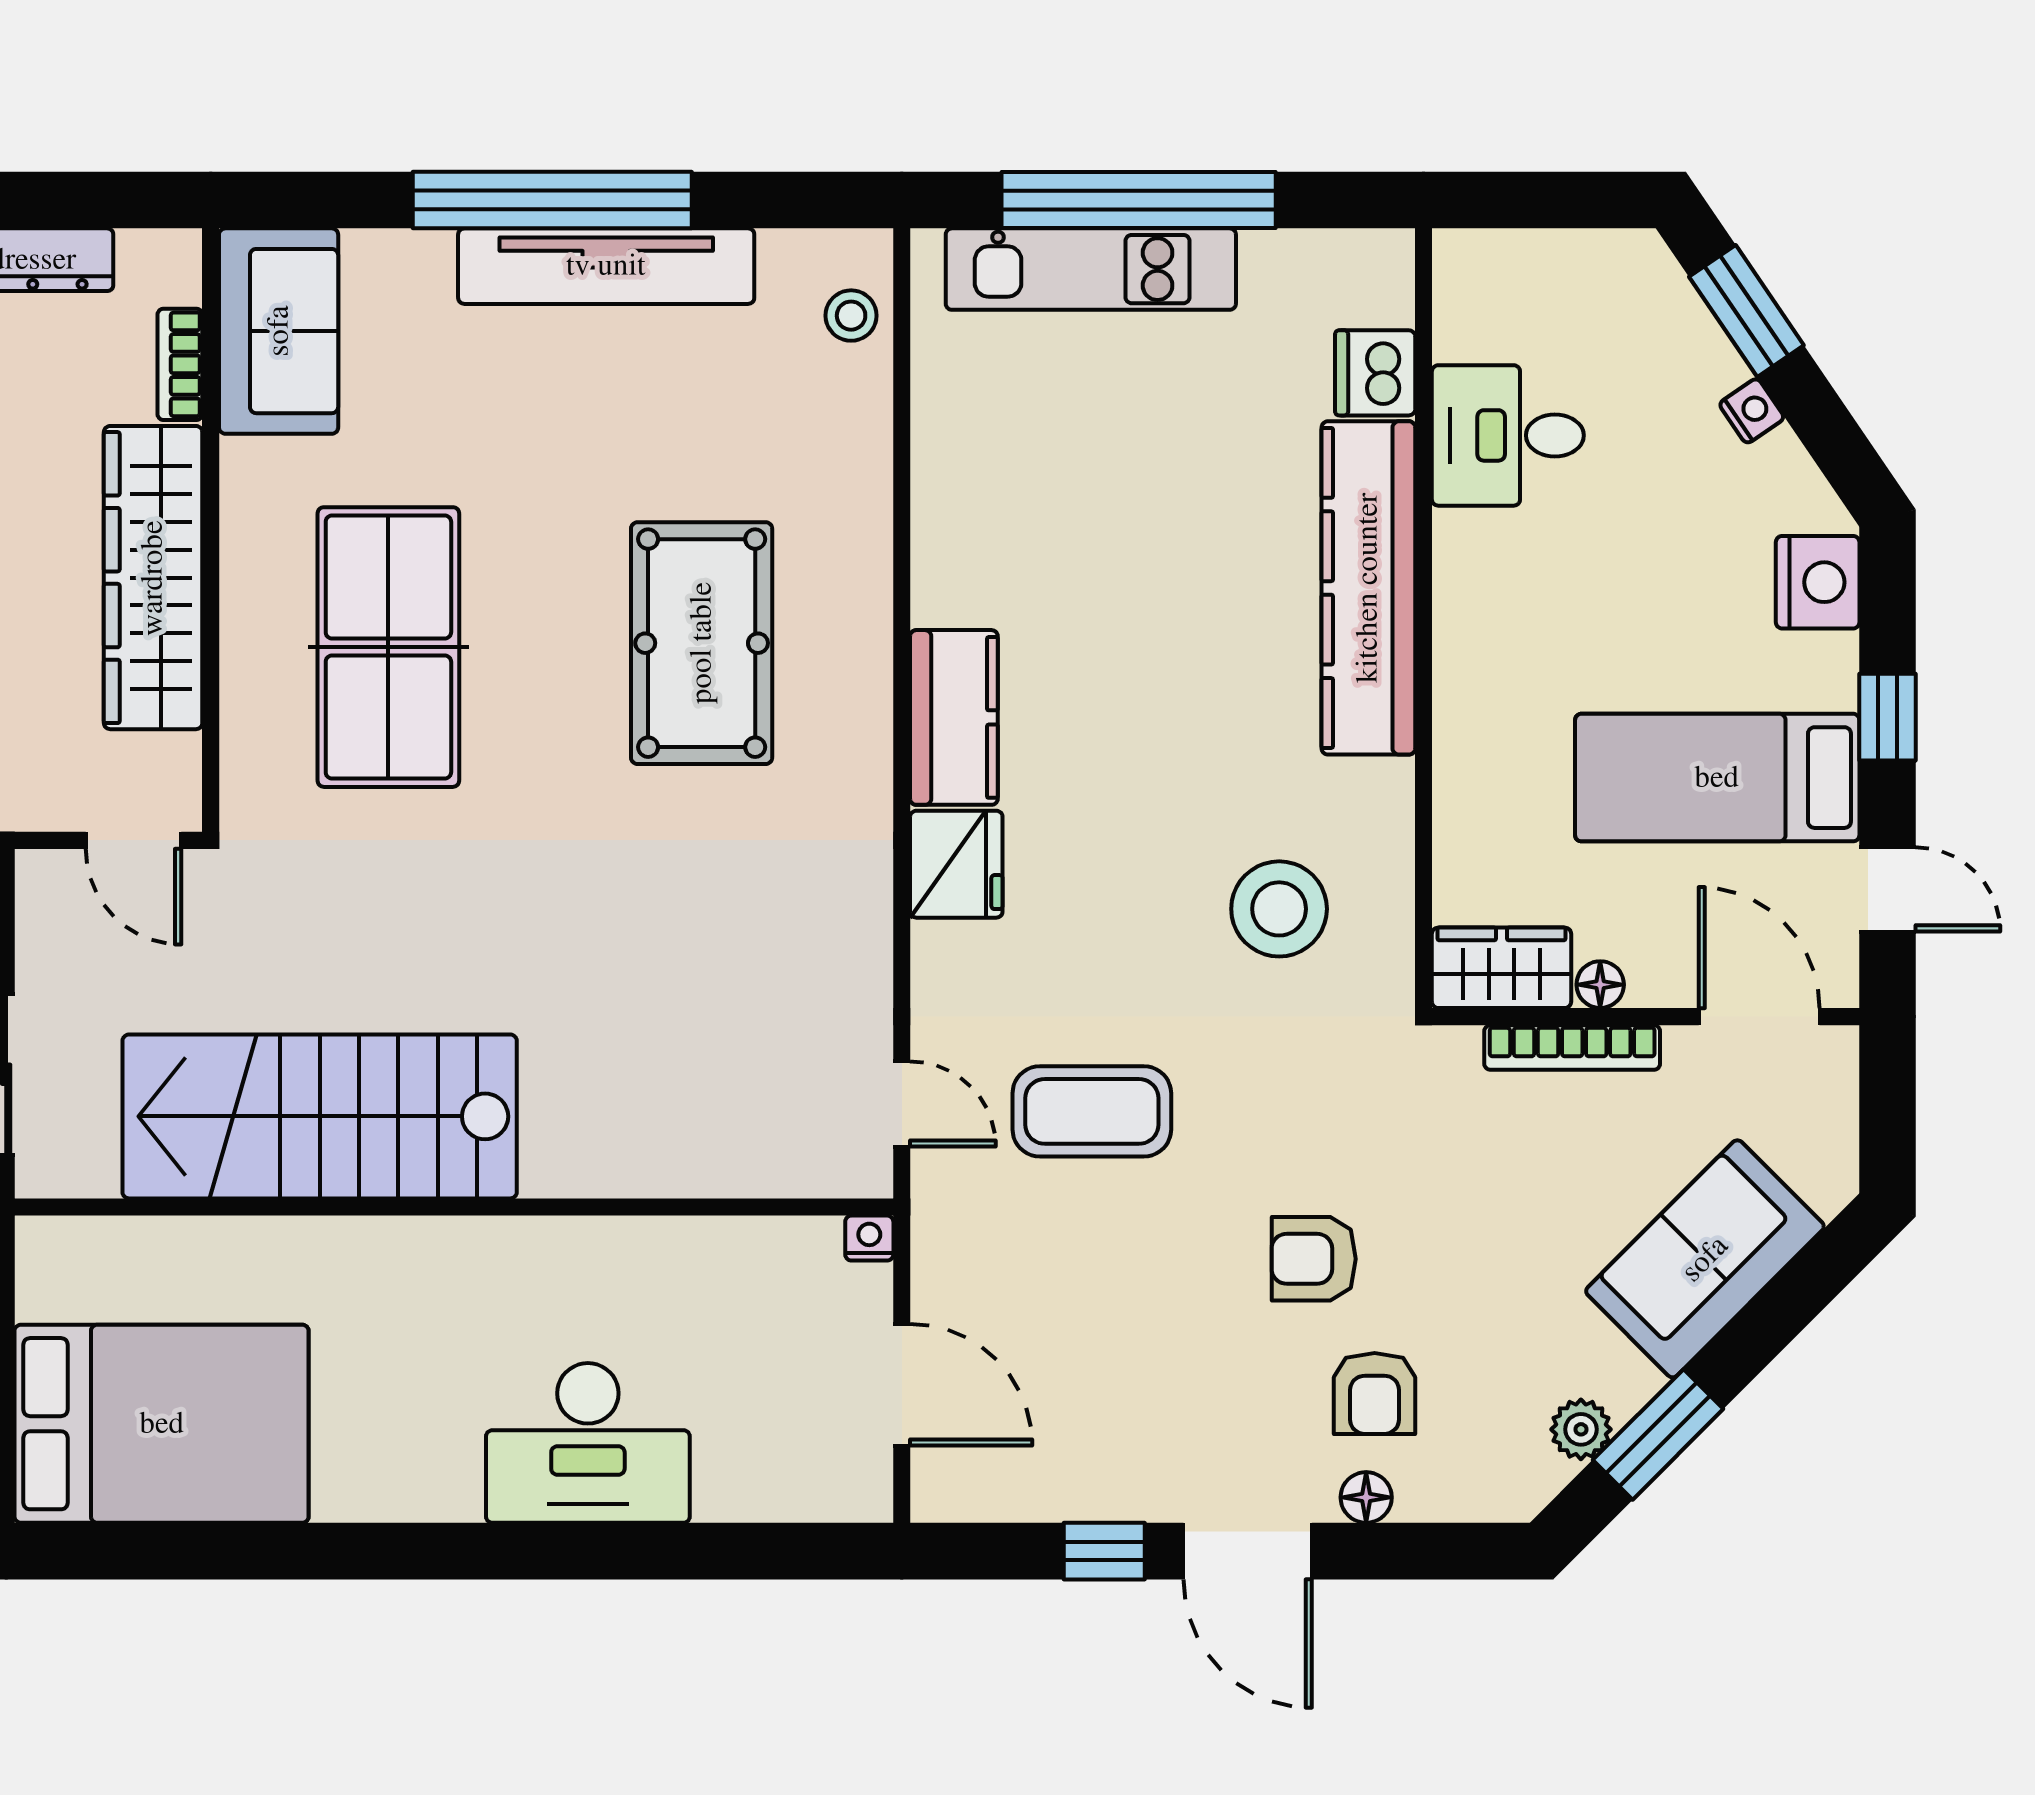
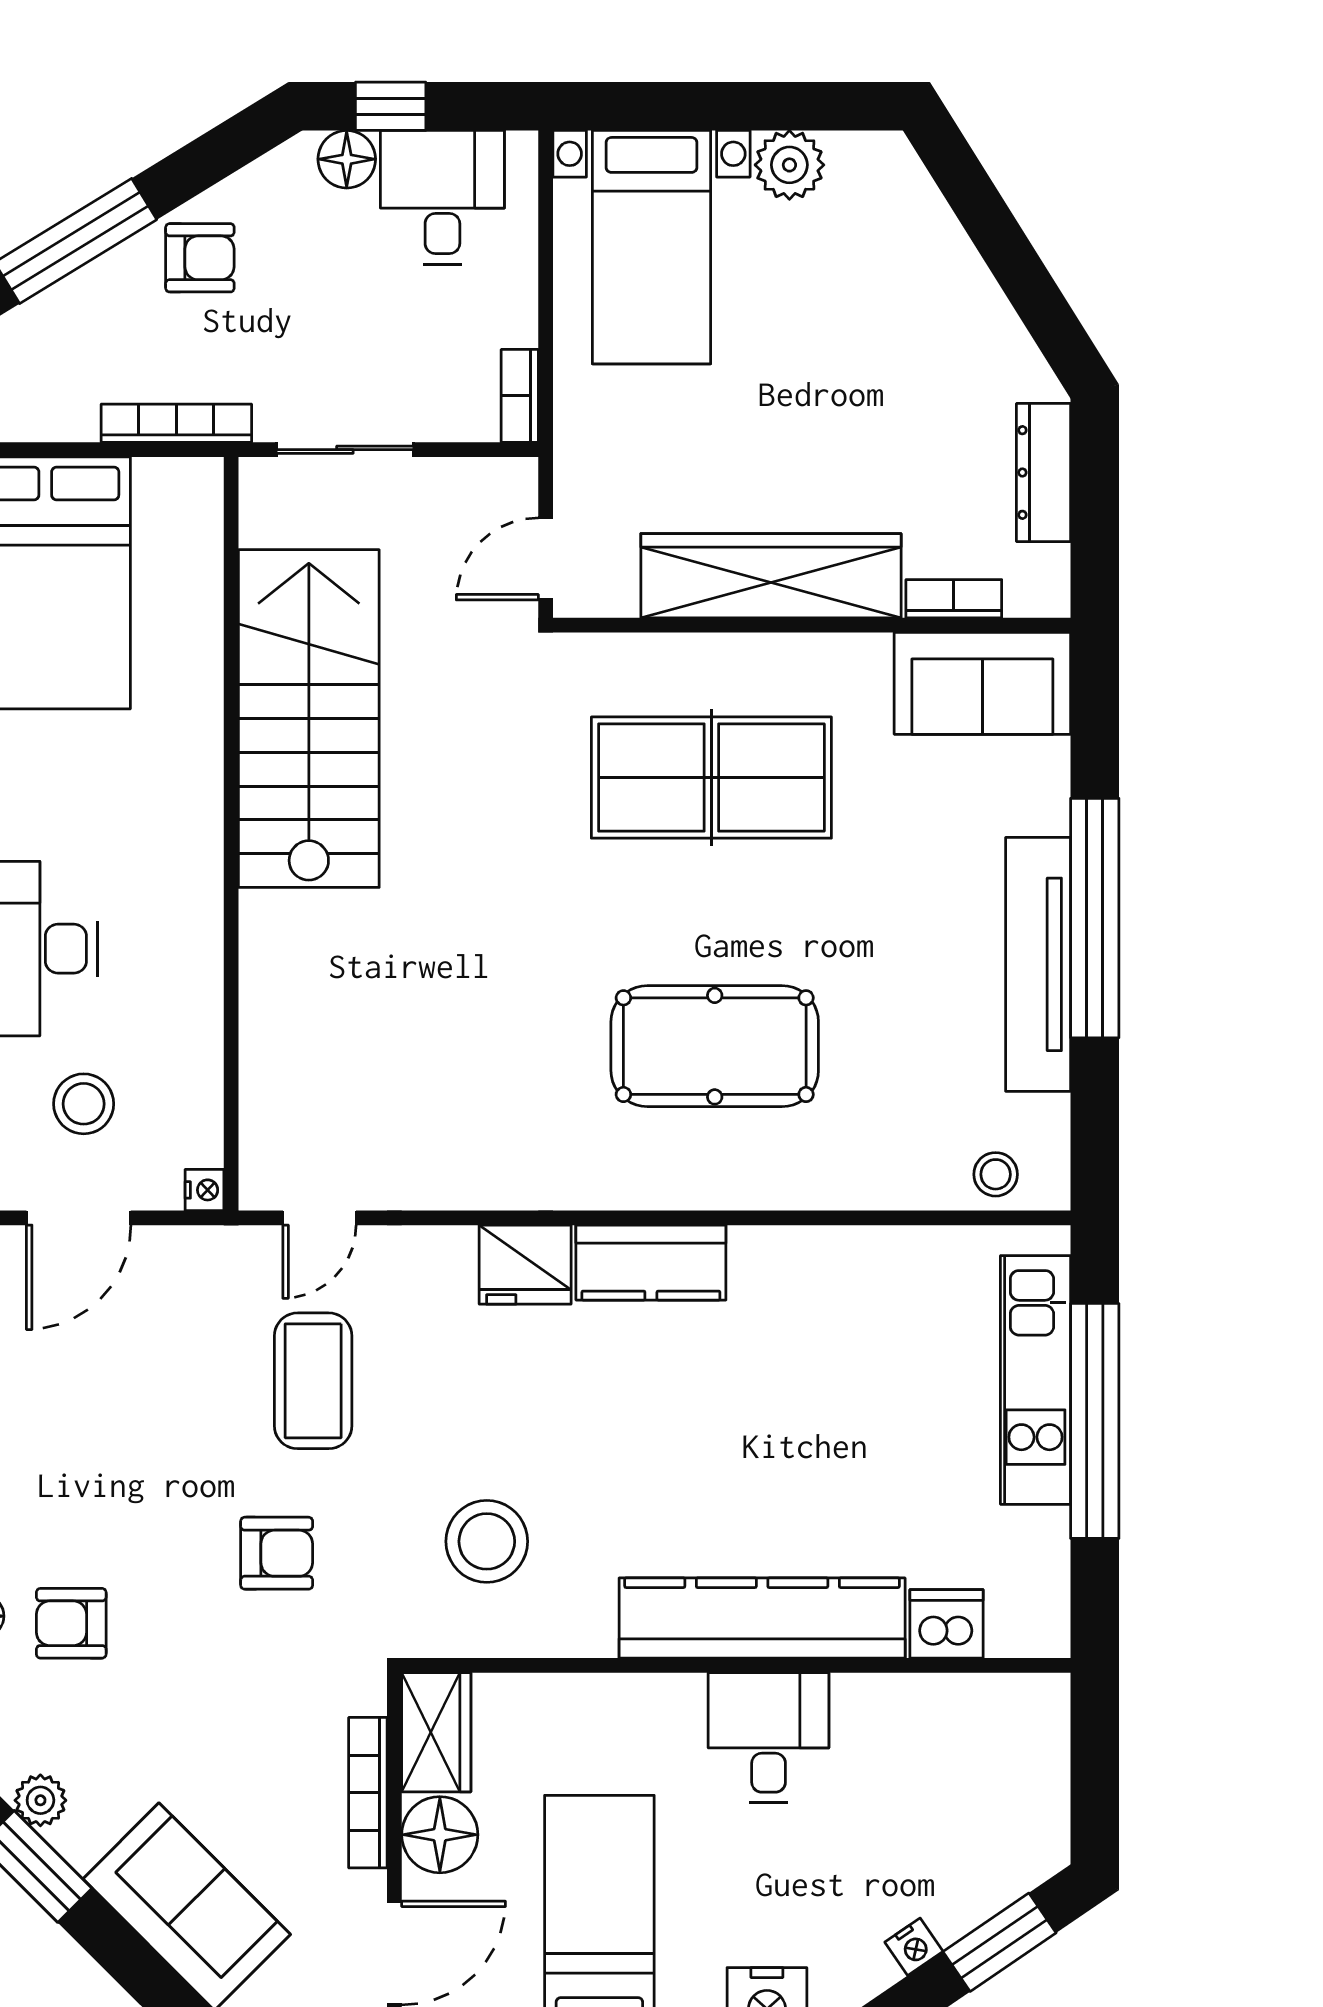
desk: (1508, 435) -> (769, 1738), moved
floor lamp: (1600, 985) -> (440, 1835), width x1.89, depth x1.89
armchair: (1314, 1259) -> (277, 1553), moved, turned 90
stool: (769, 1379) -> (84, 1104), added

